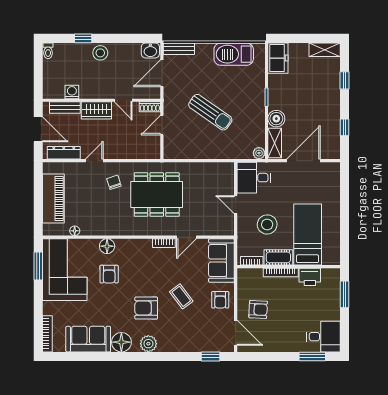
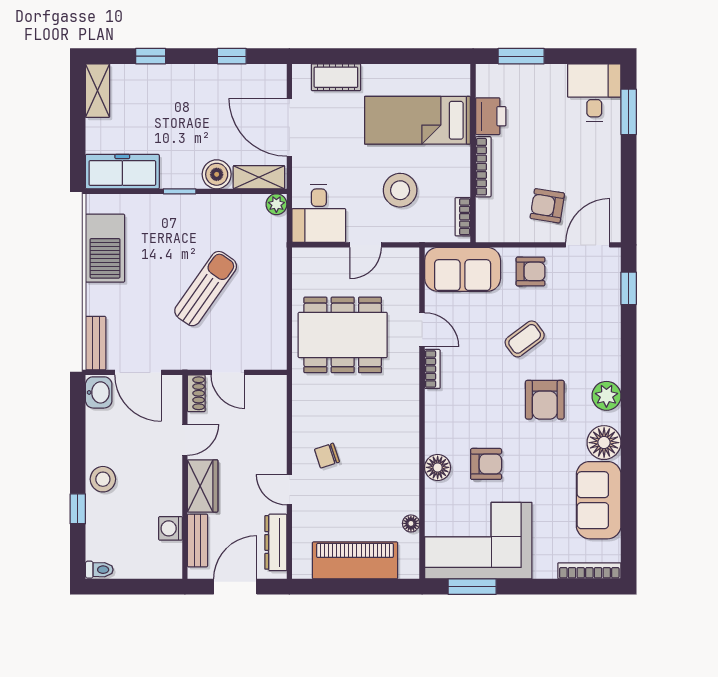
freezer: (278, 58) -> (122, 172), width x1.40
dining table: (157, 195) -> (343, 335), moved, turned 90
cot: (278, 257) -> (336, 77), moved, turned 90
armchair: (258, 309) -> (547, 206), turned -84

